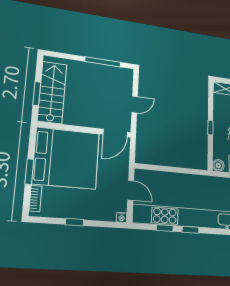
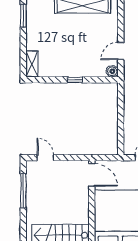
door: (135, 104) -> (45, 158), moved

